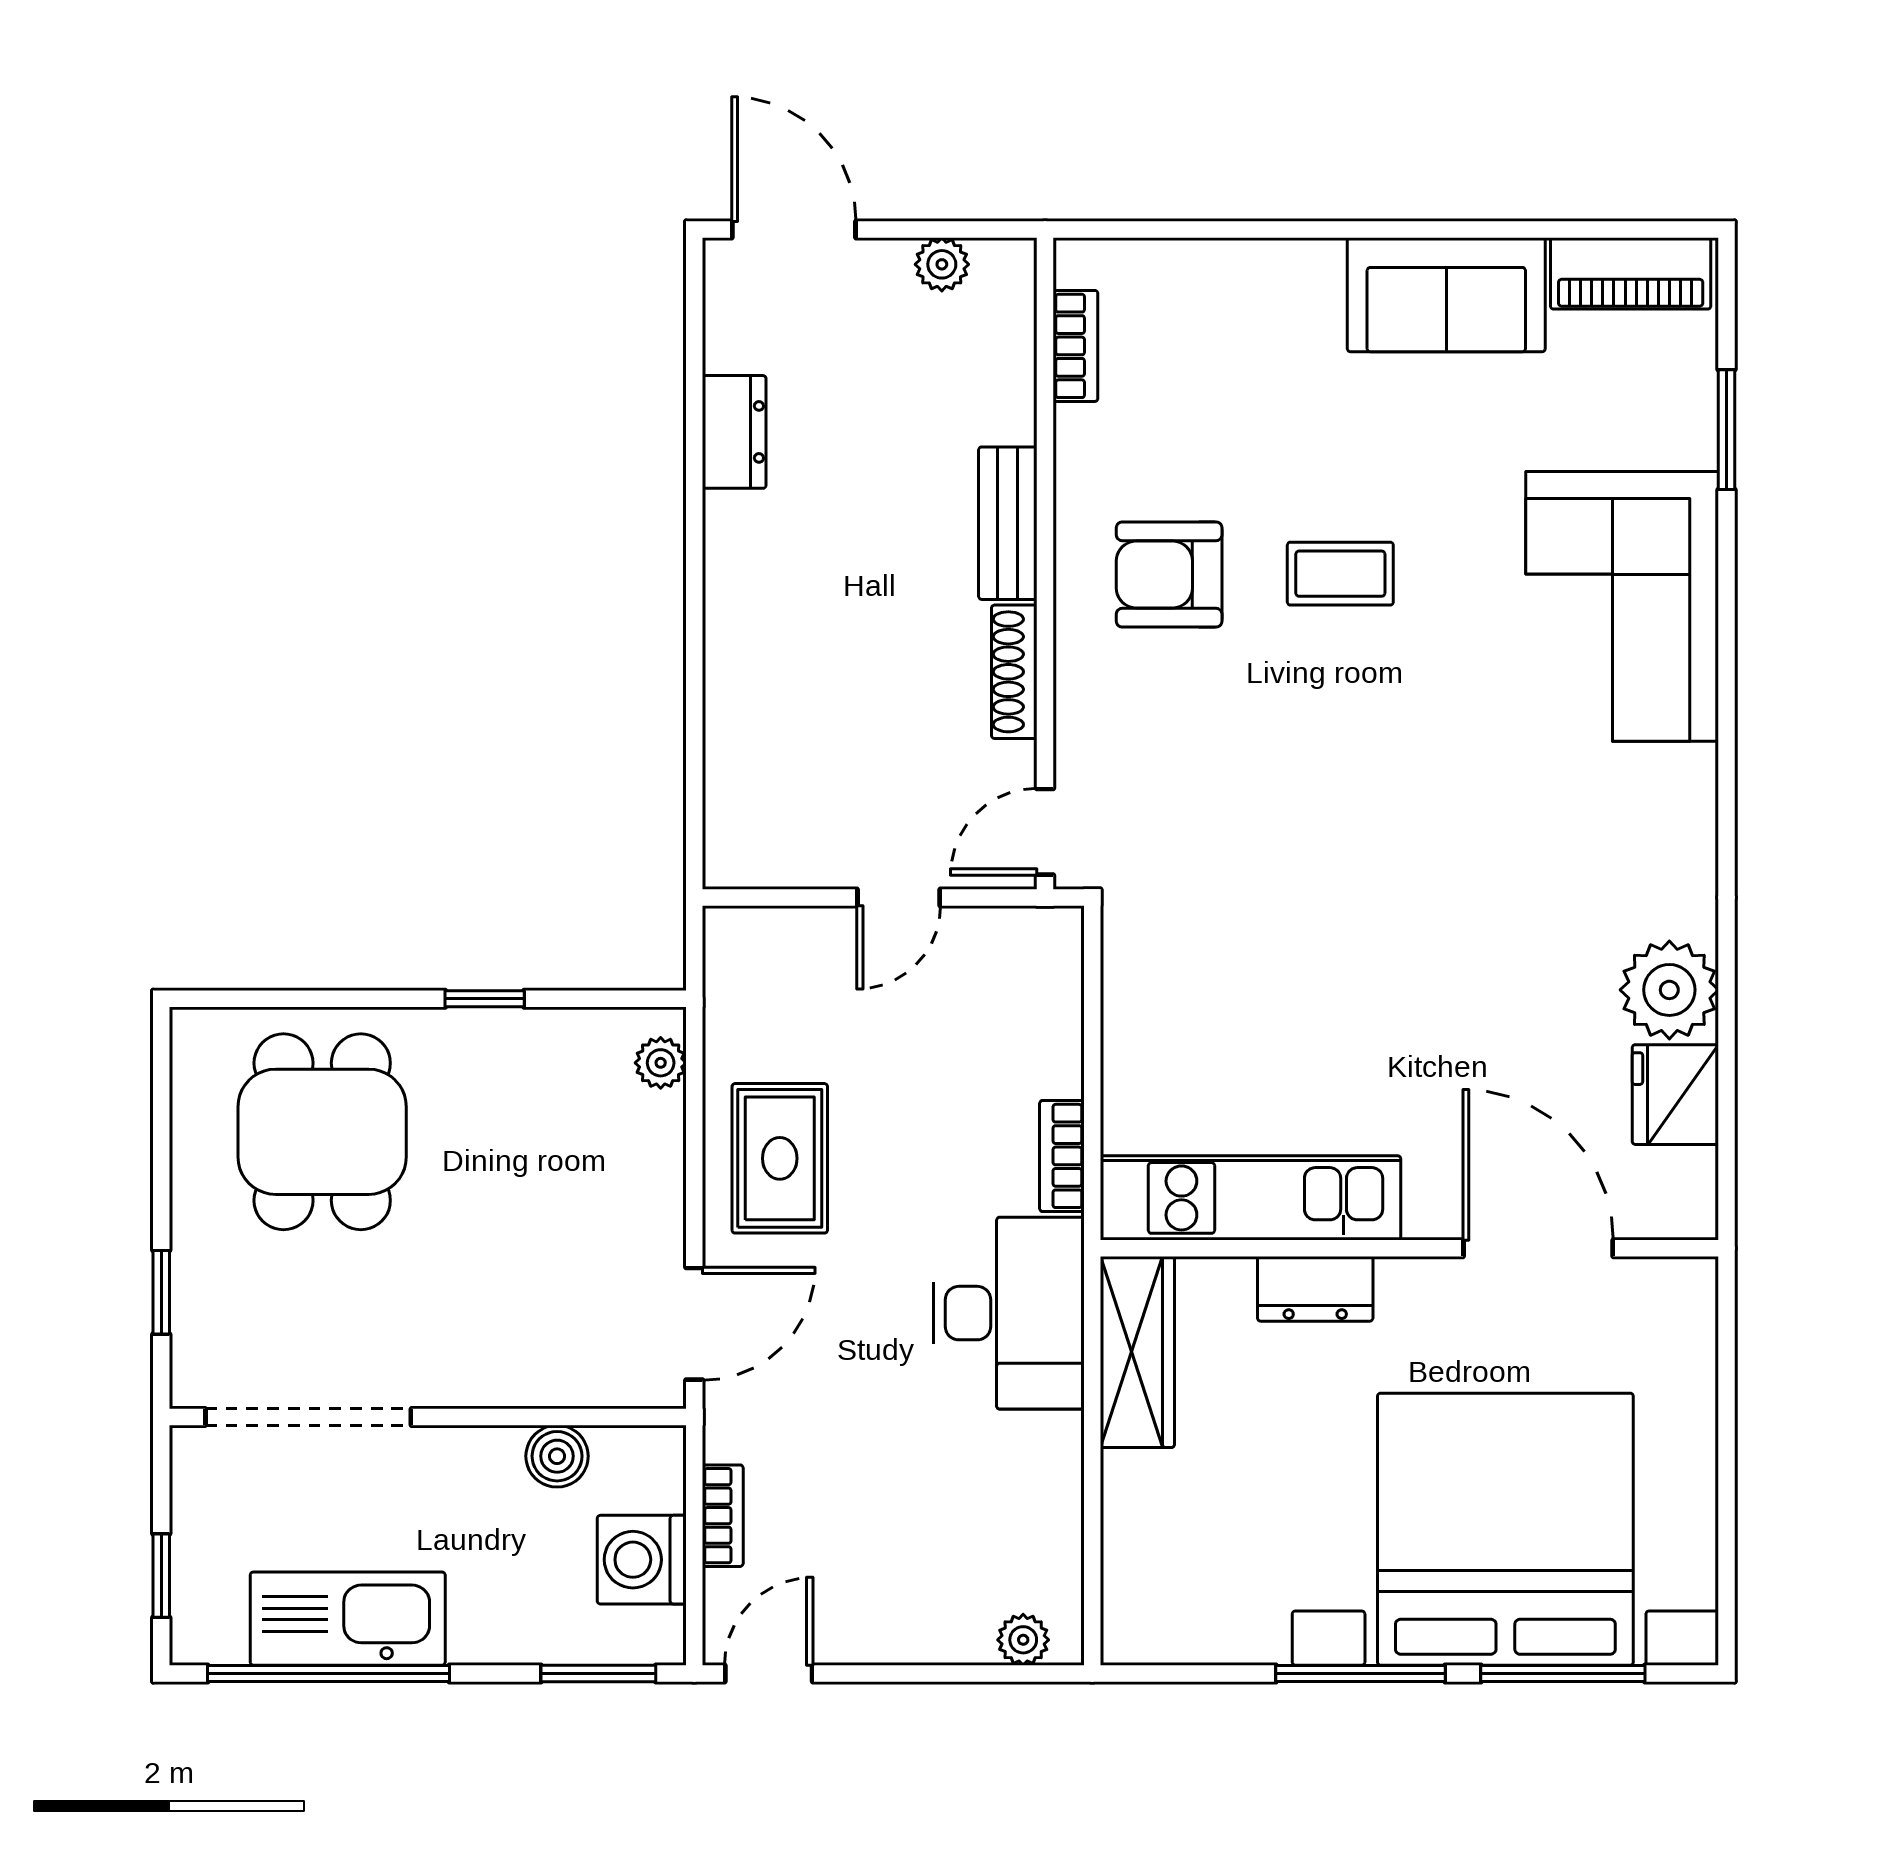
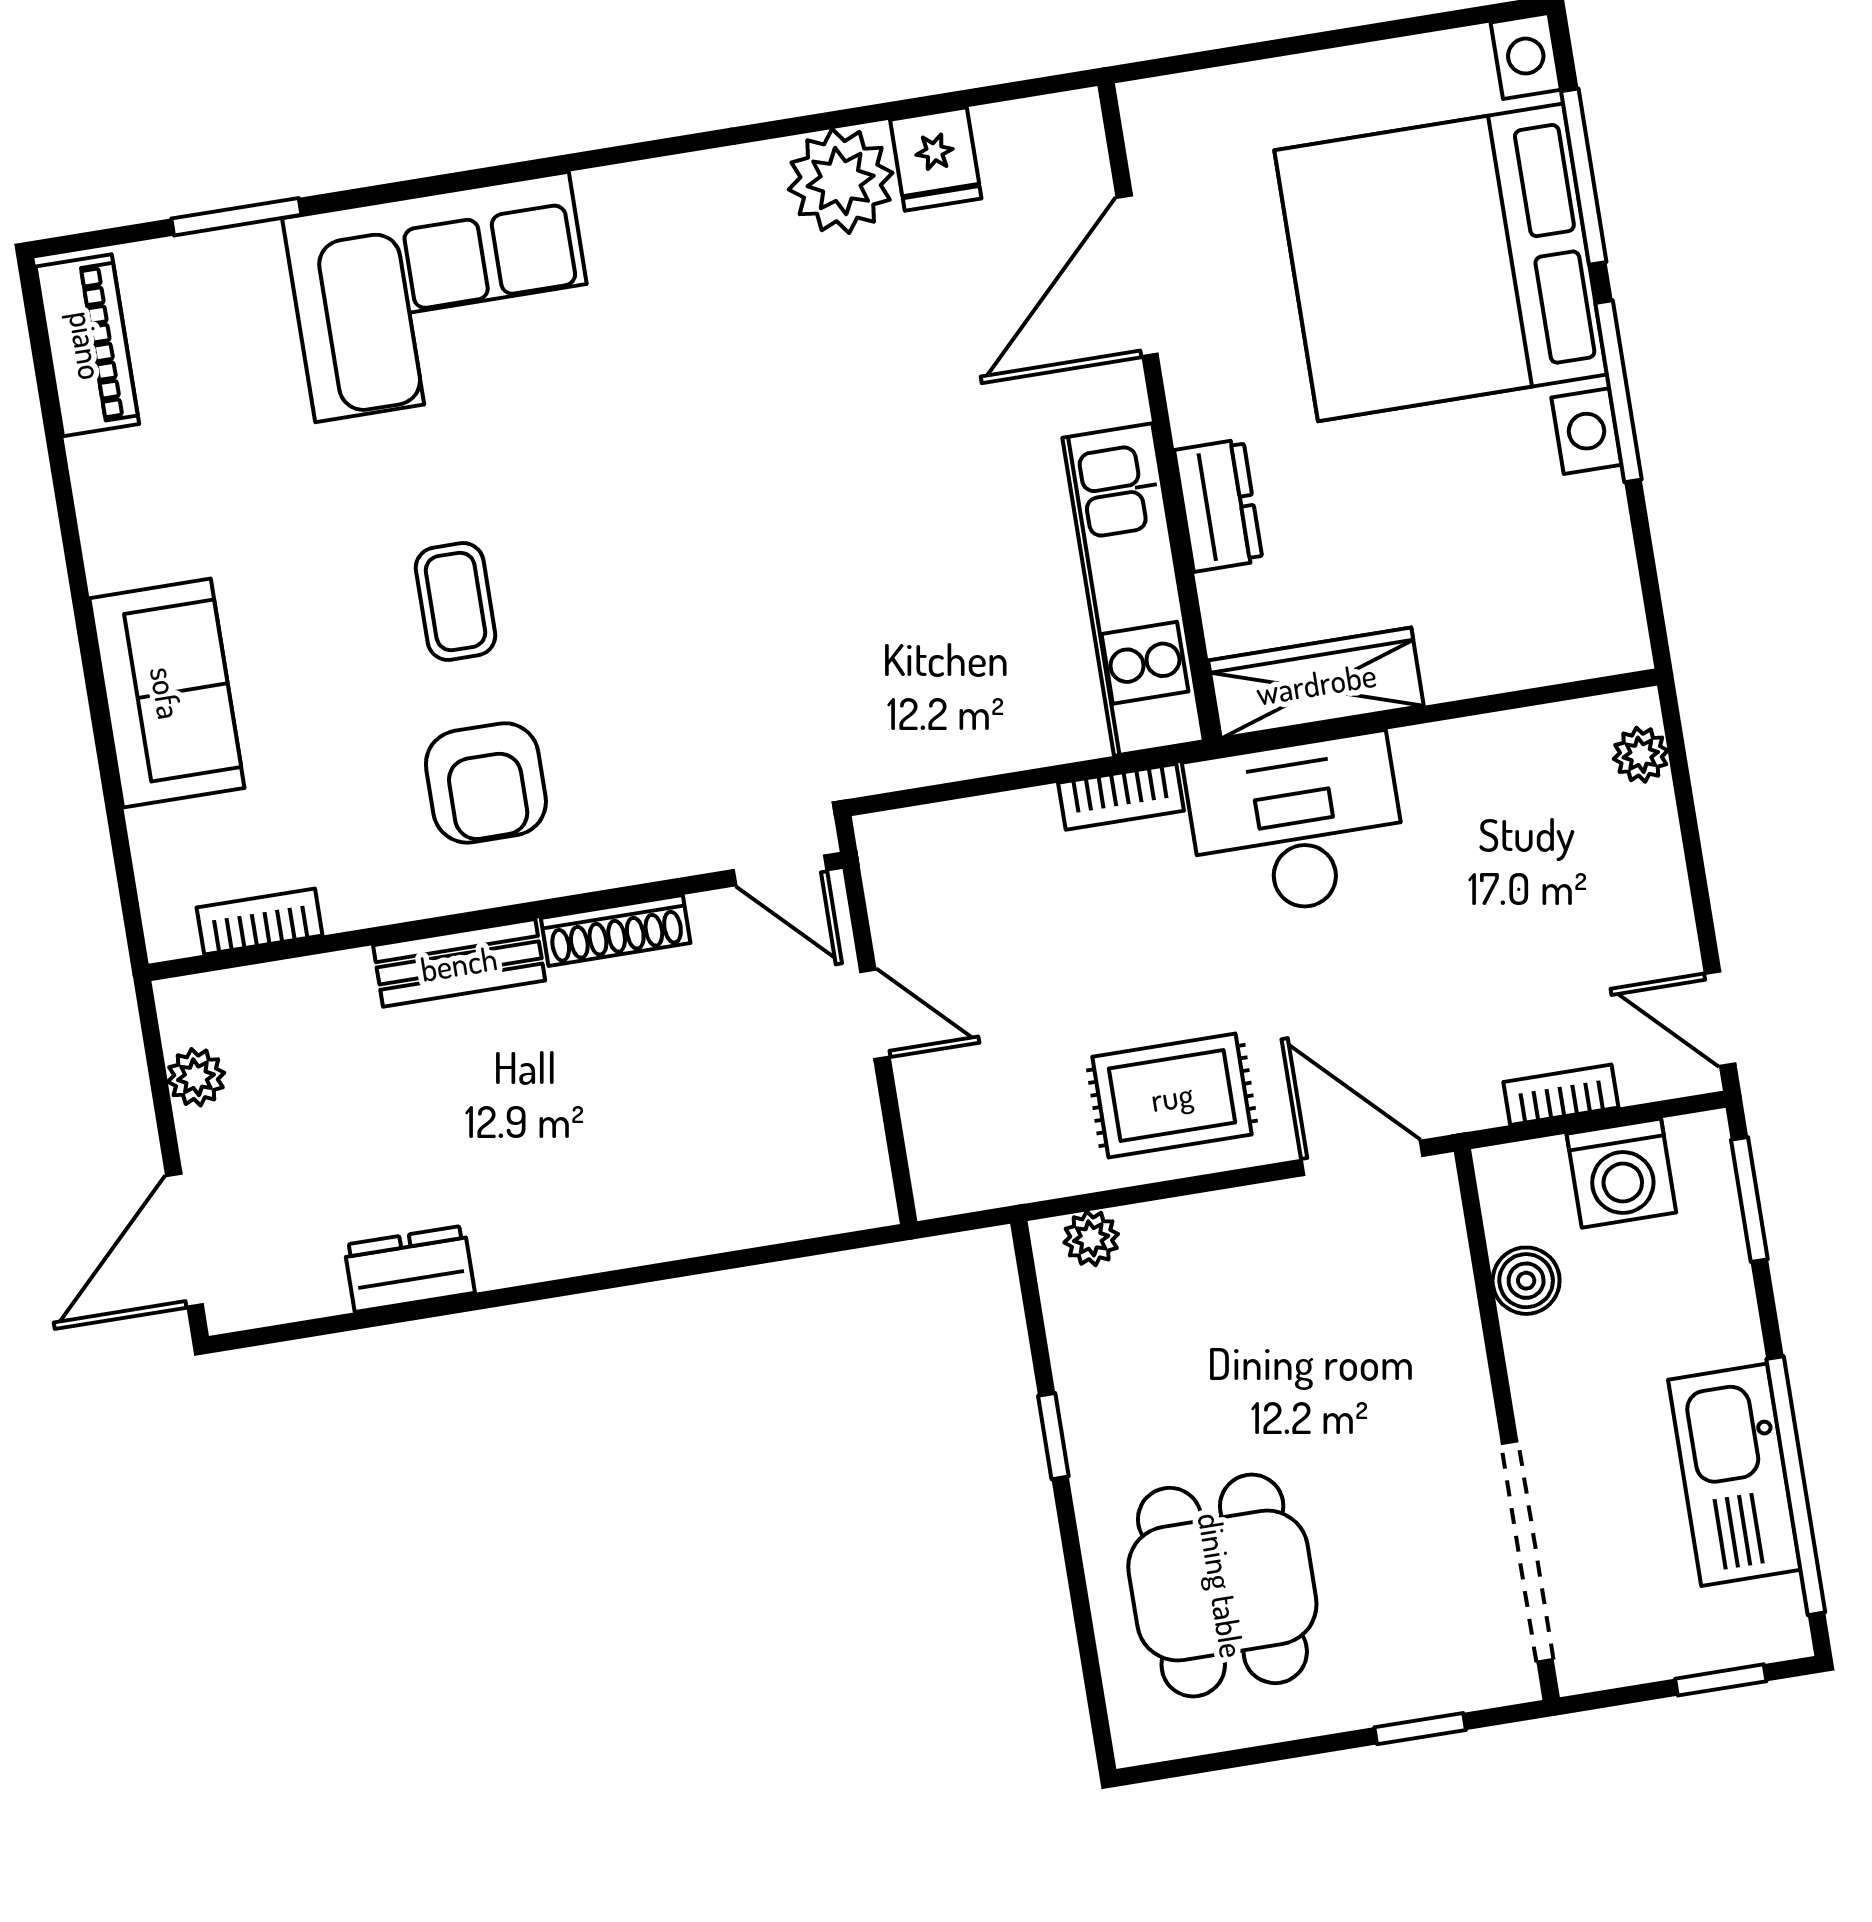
sofa: (1446, 295) -> (167, 693), moved
fridge: (1675, 1095) -> (936, 159), width x0.72
dining table: (322, 1132) -> (1222, 1585), turned 90

